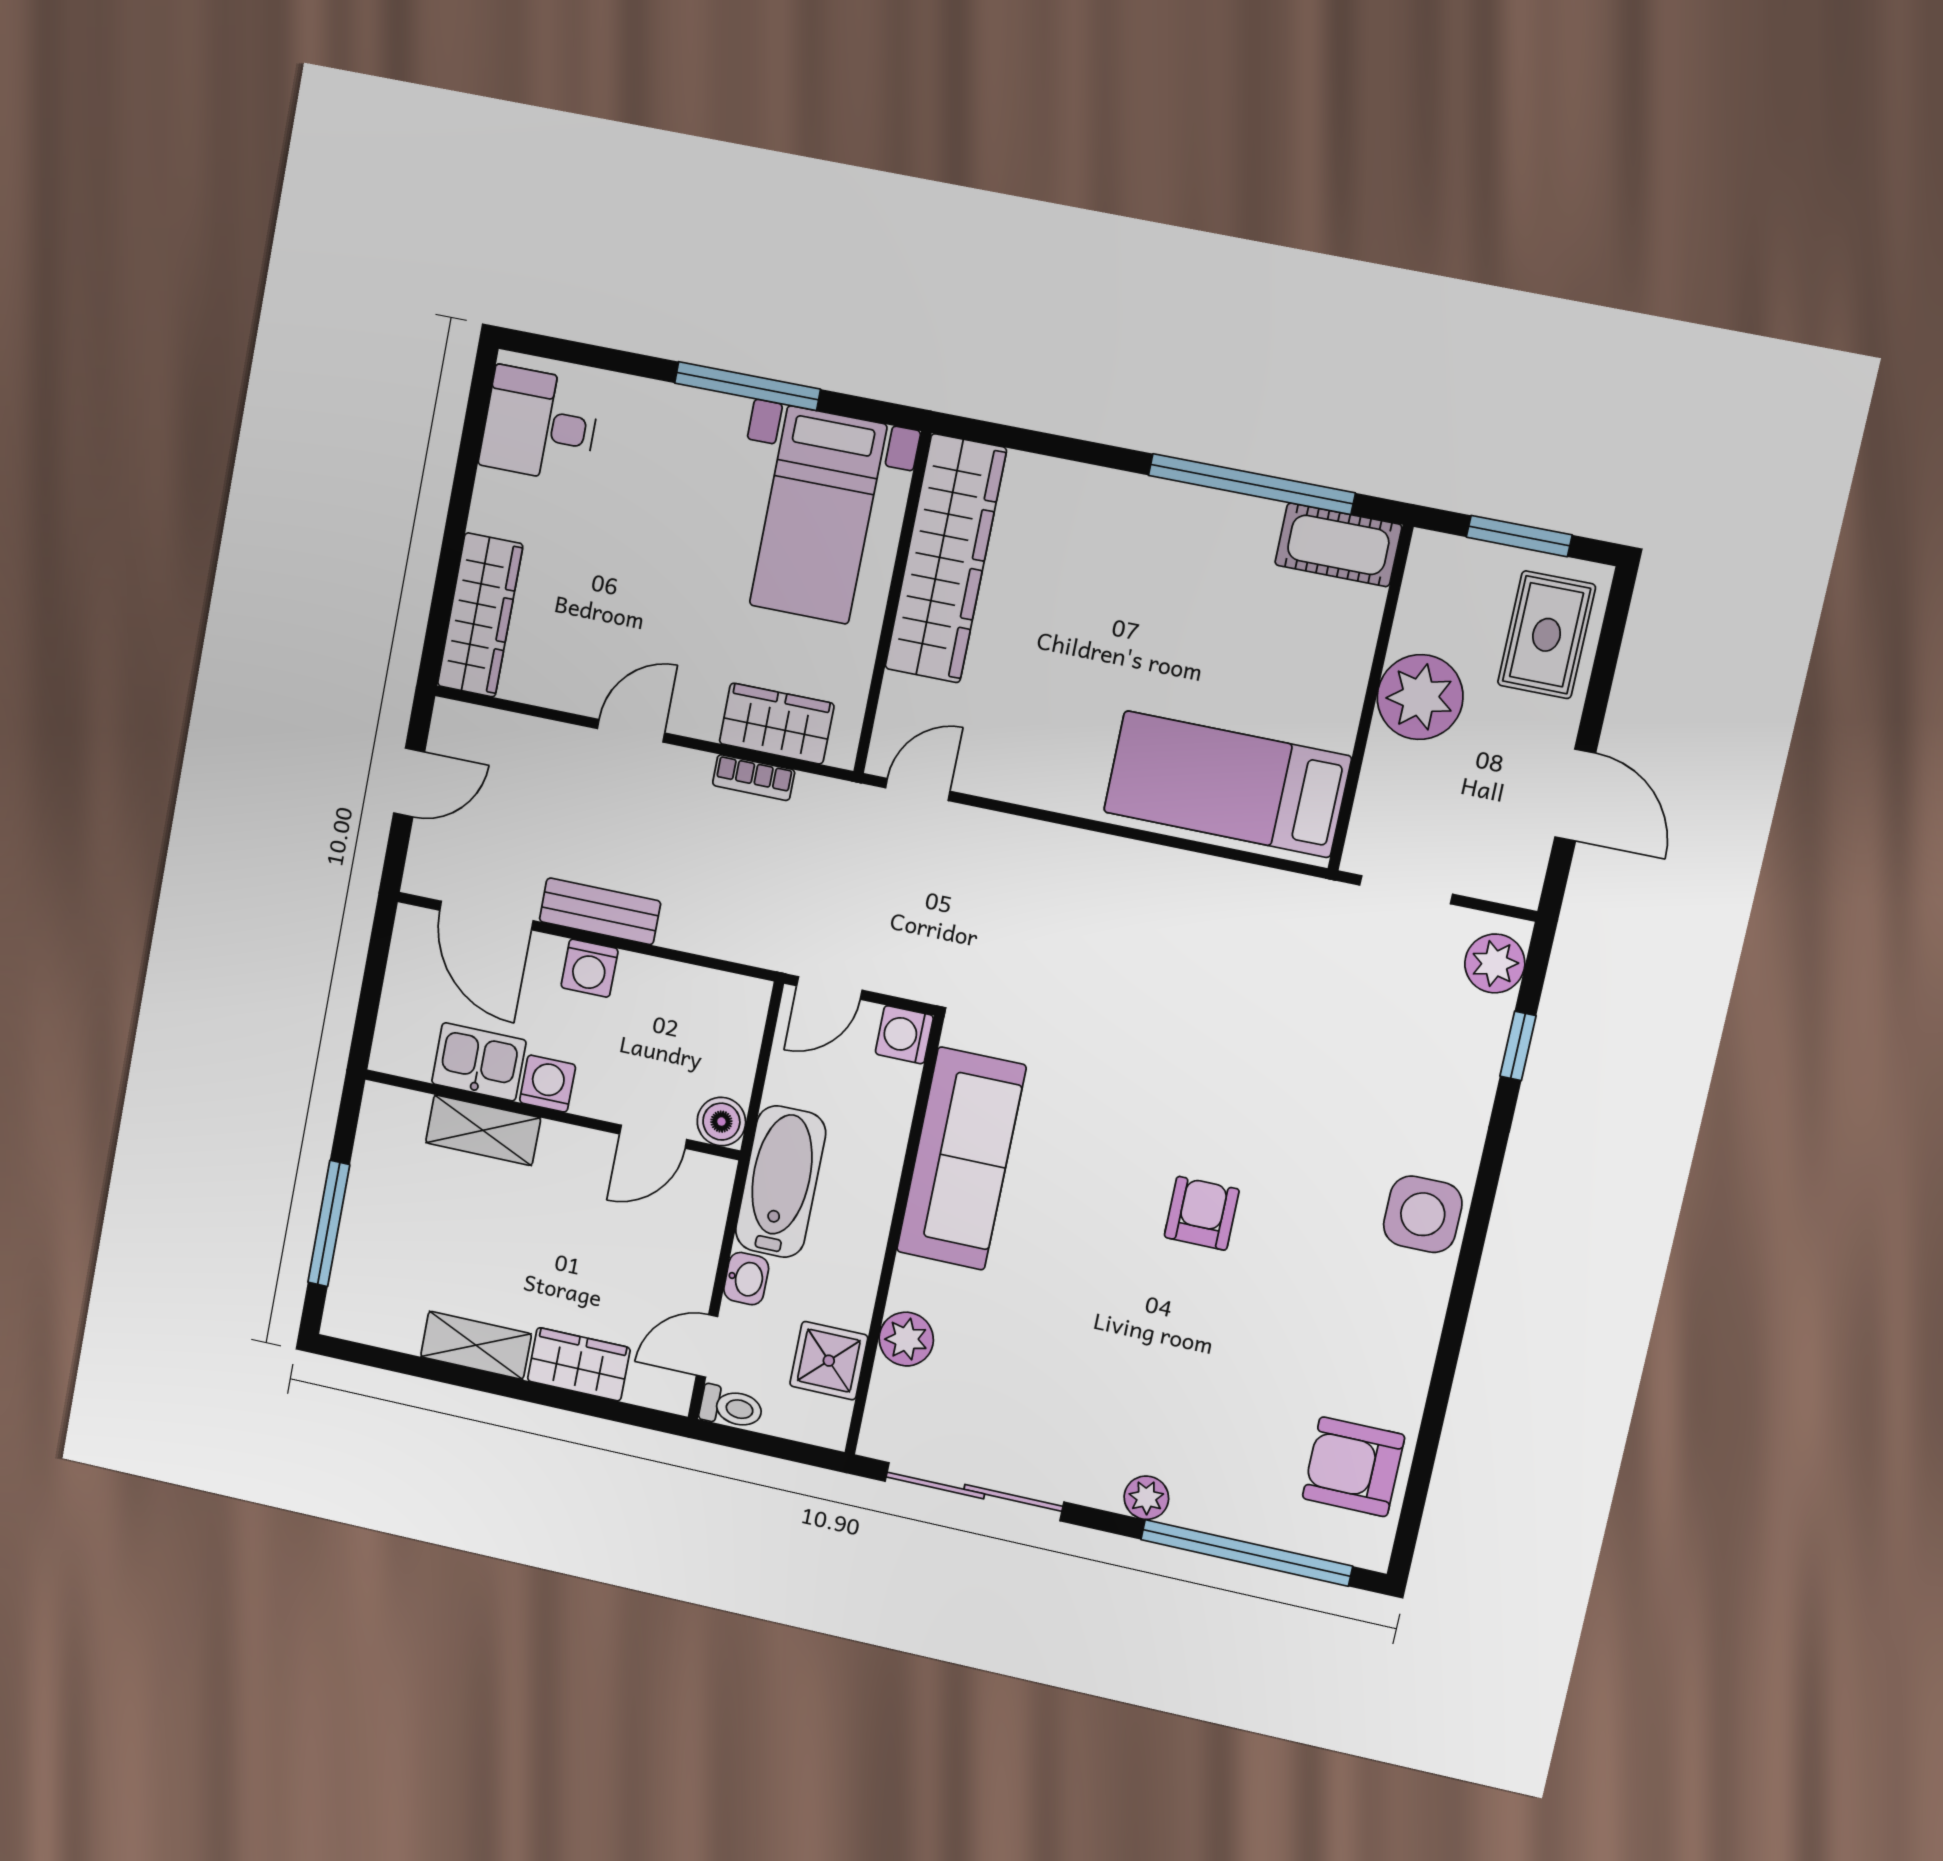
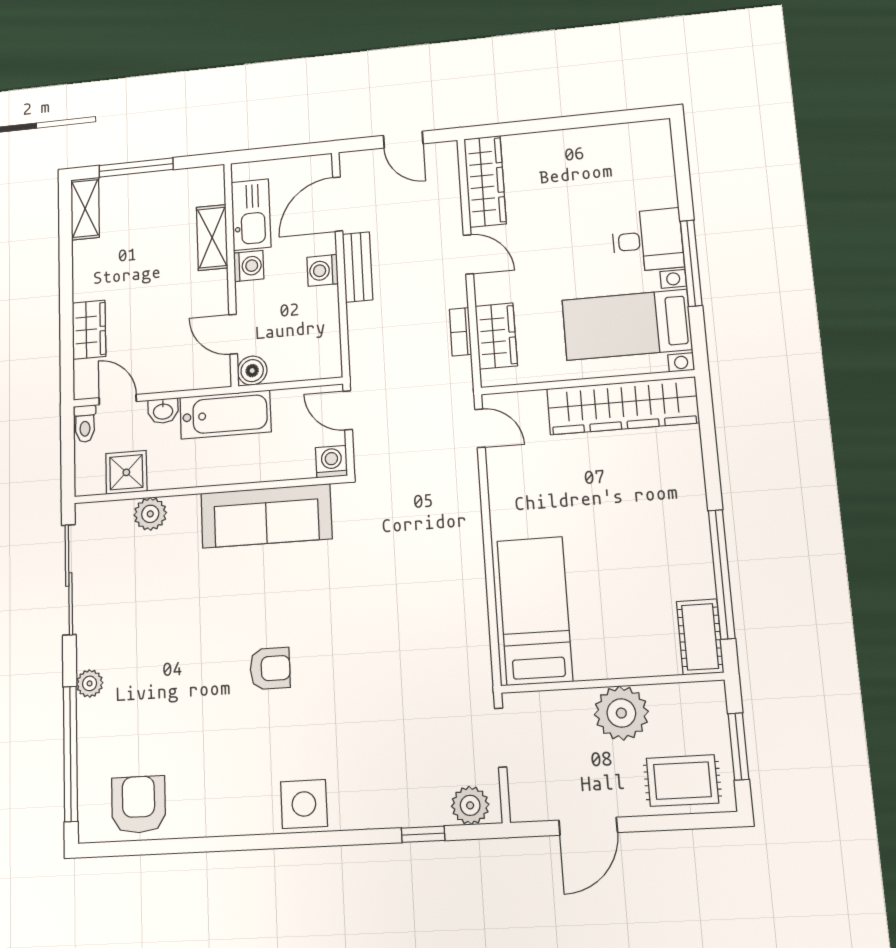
desk: (540, 424) -> (648, 240), moved, turned 90
wardrobe: (480, 615) -> (485, 181), moved, turned -90
kitchen sink: (479, 1062) -> (251, 215), width x1.38
shelving: (476, 1345) -> (85, 209), moved

